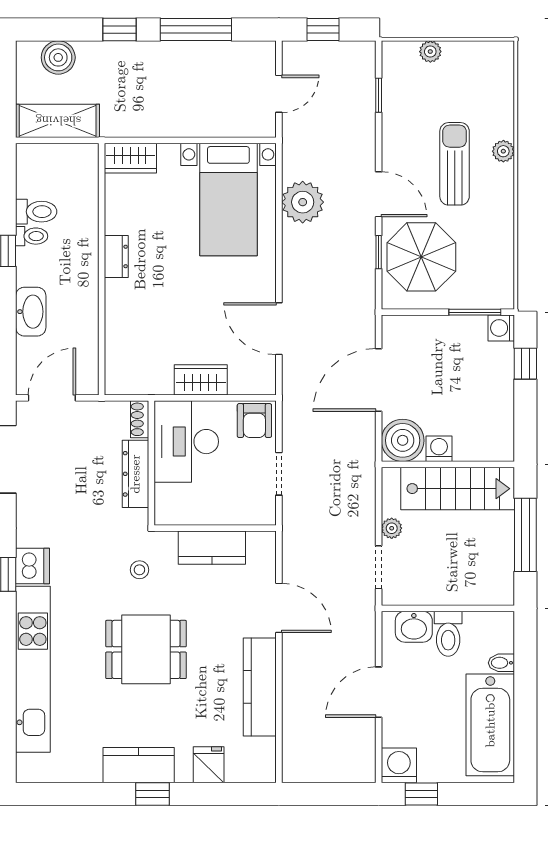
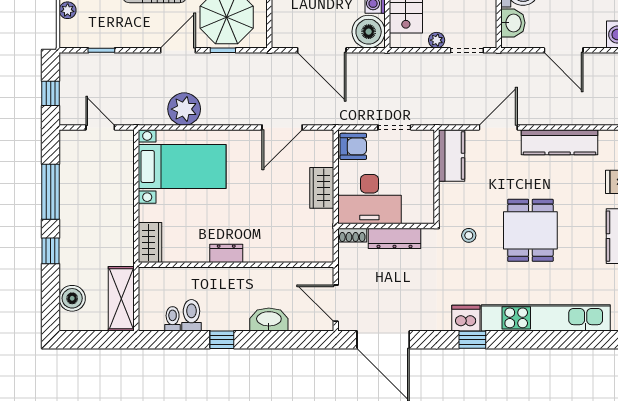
toilet: (32, 236) -> (173, 319), moved
kitchen counter: (212, 548) -> (452, 156), moved

